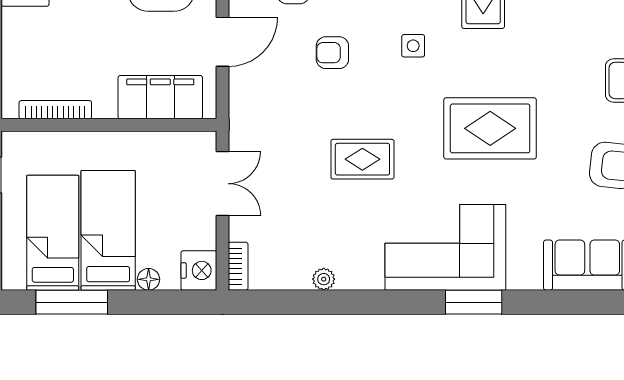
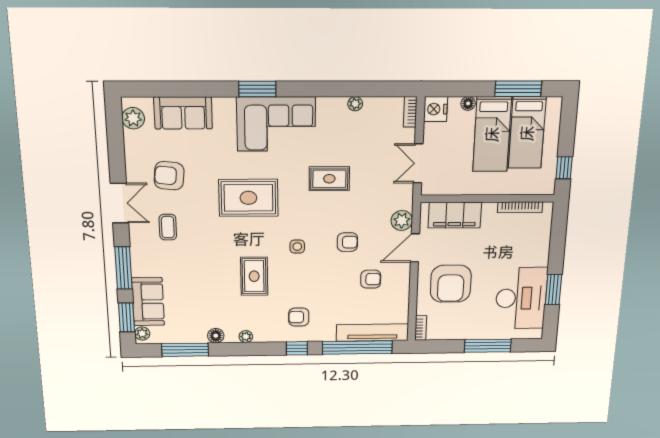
plant: (246, 89) -> (402, 220), added

